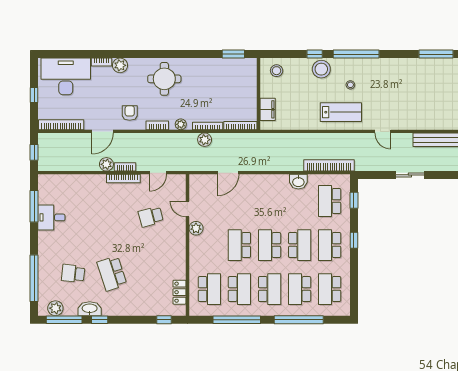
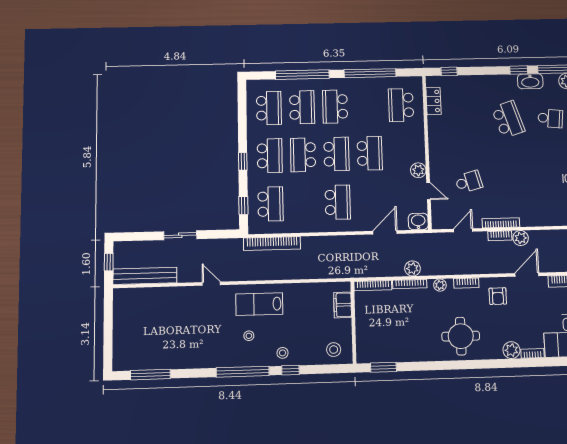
stool: (321, 69) -> (282, 353), width x0.53, depth x0.53
washbasin: (298, 182) -> (418, 221), moved
school desk: (239, 289) -> (338, 202), moved, turned 180

